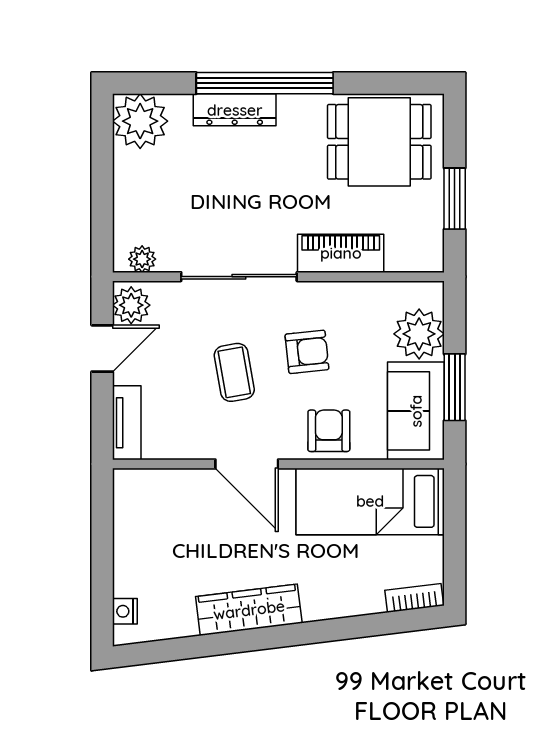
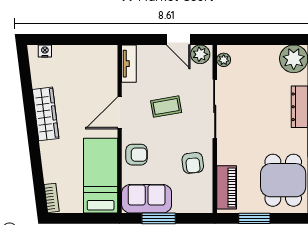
piano: (341, 253) -> (227, 187), moved
plant: (419, 334) -> (186, 200), removed
armchair: (307, 352) -> (193, 163), moved
tv unit: (127, 423) -> (129, 64), moved, turned -90

